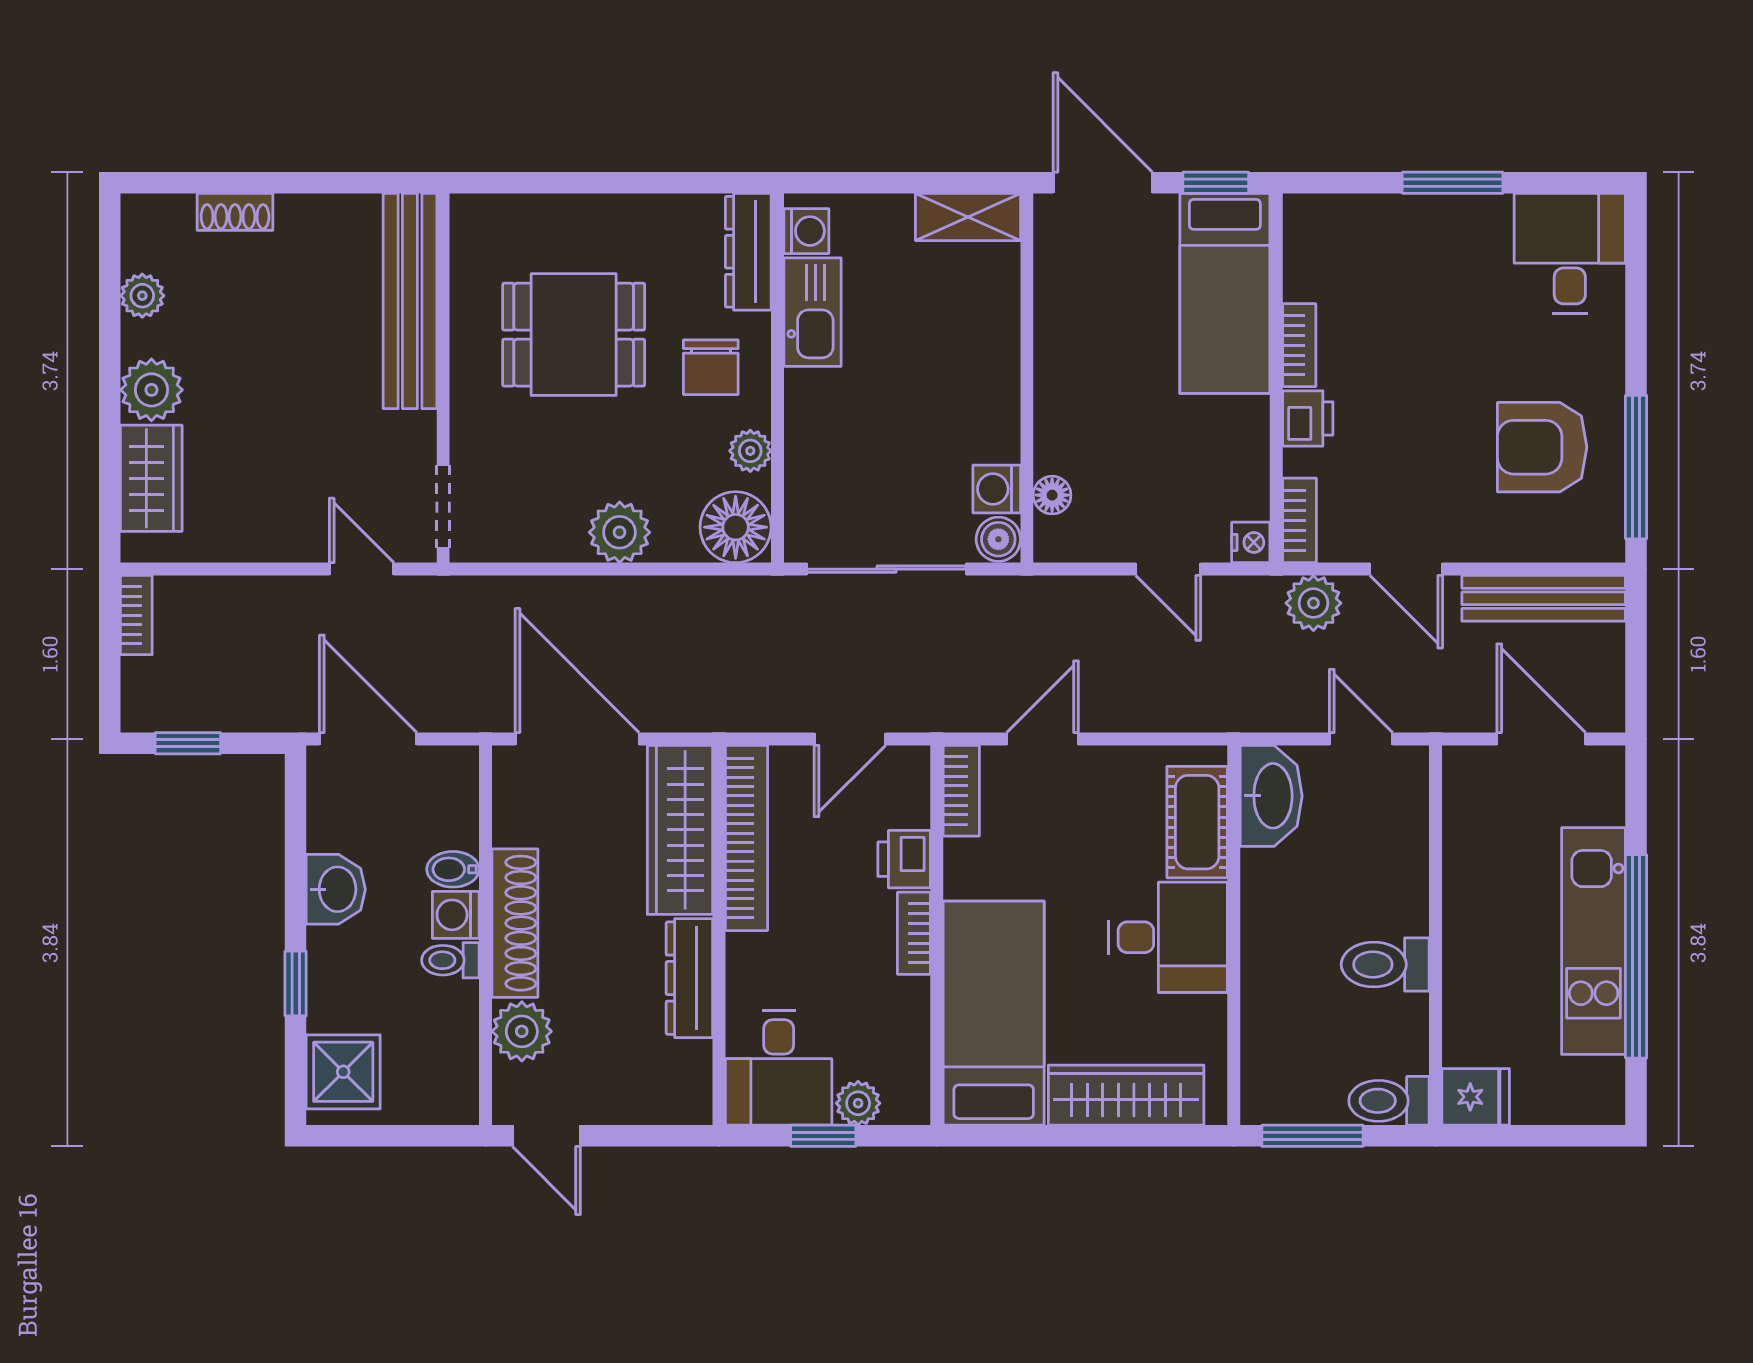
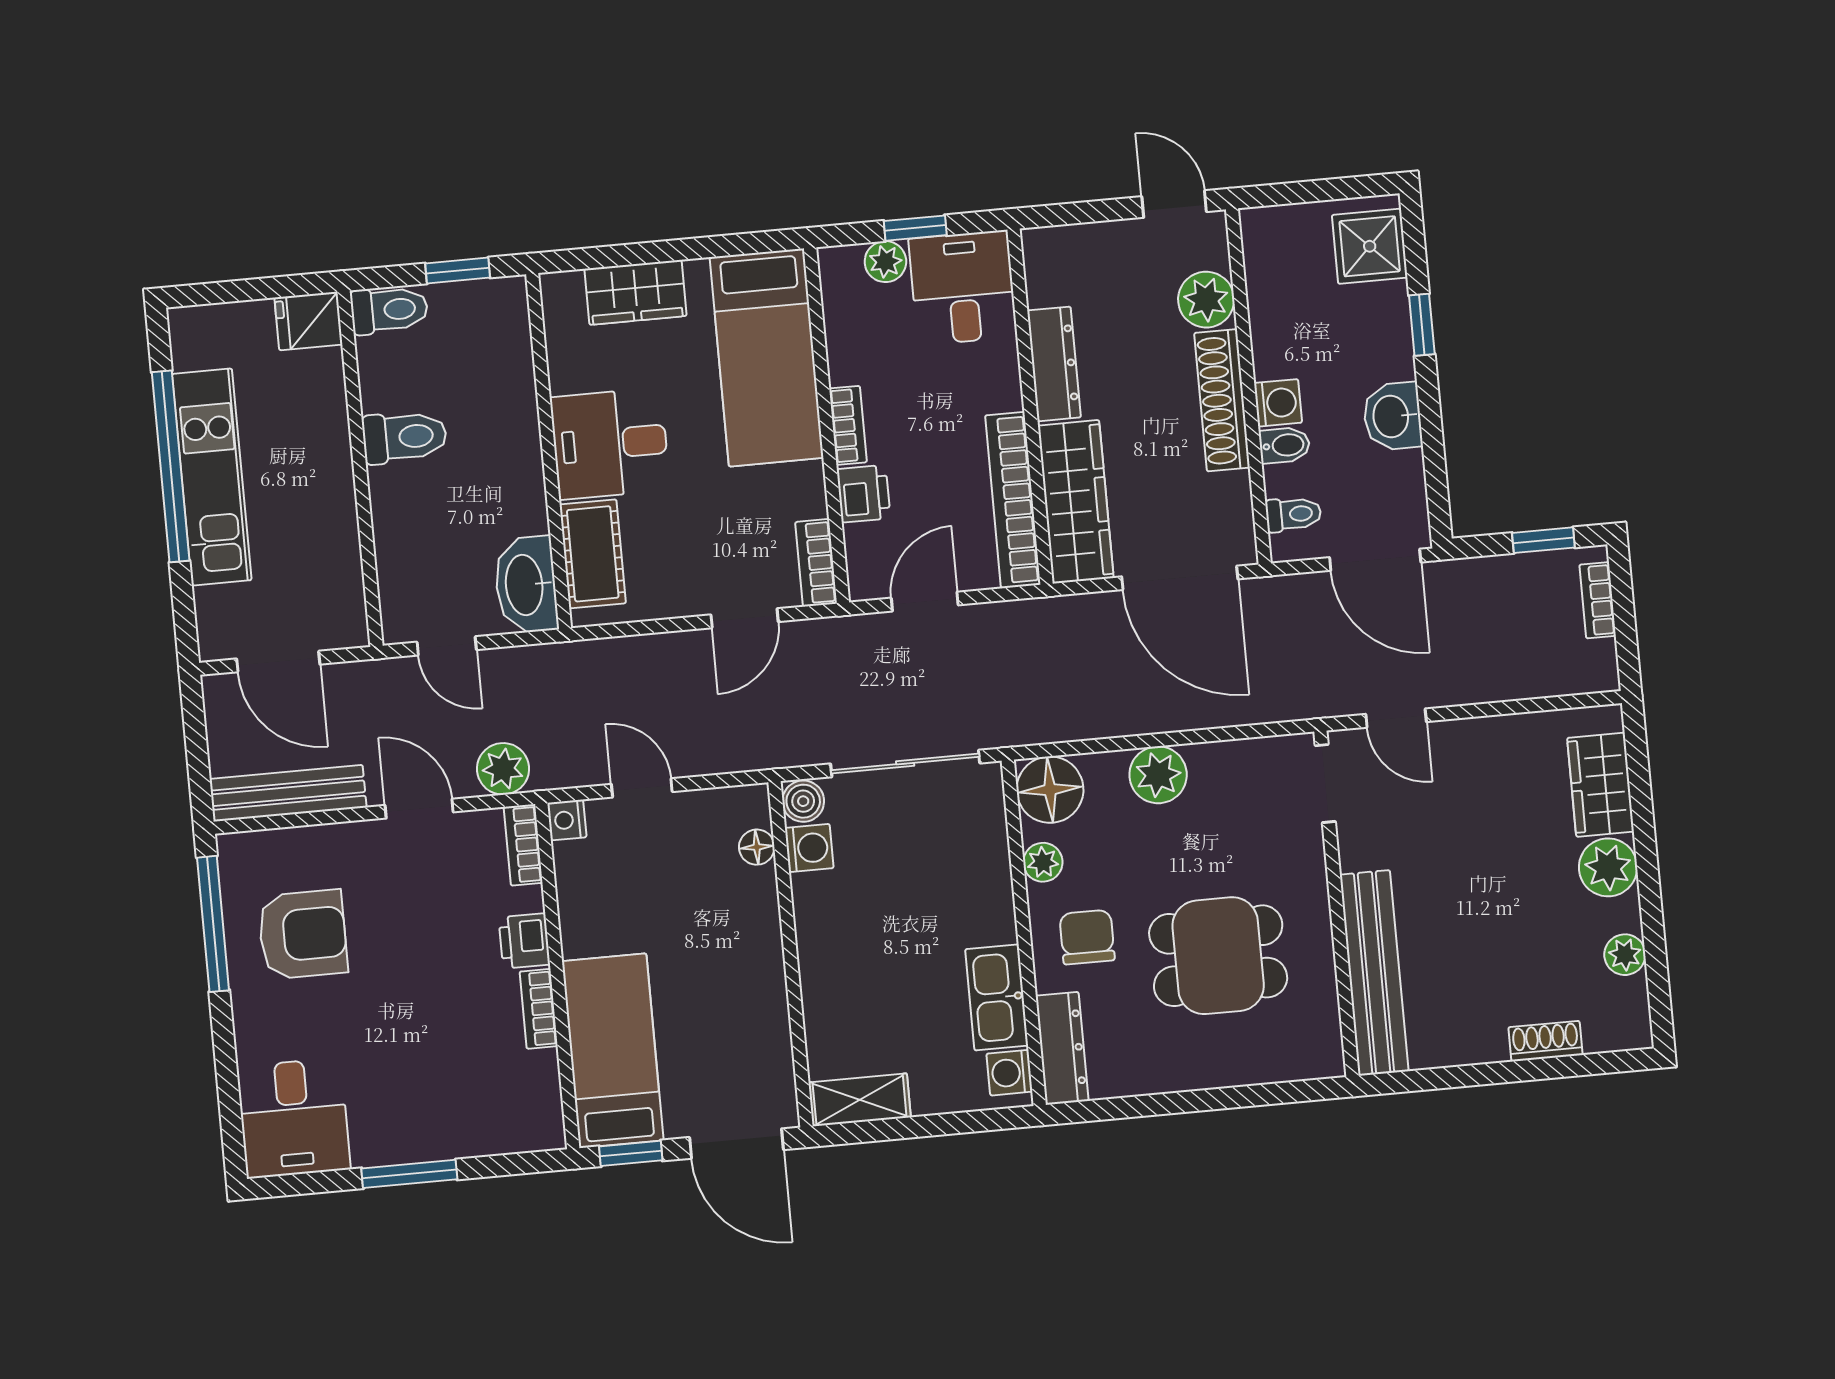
bookcase: (136, 615) -> (1598, 600), moved
toilet: (450, 960) -> (1293, 514), moved
wardrobe: (1126, 1095) -> (635, 292), width x0.67
window: (1313, 1136) -> (458, 270), width x0.67

